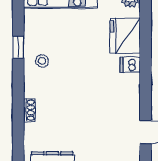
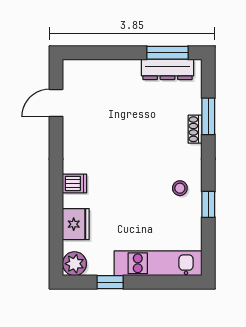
fridge: (125, 36) -> (76, 224), width x0.73, depth x0.75
window: (18, 121) -> (208, 116), added

